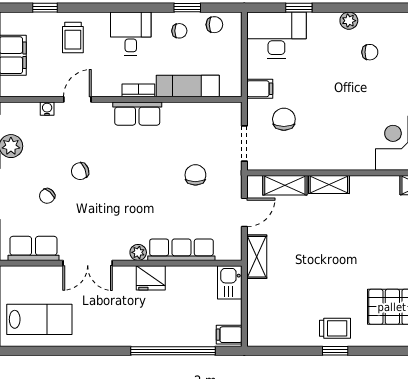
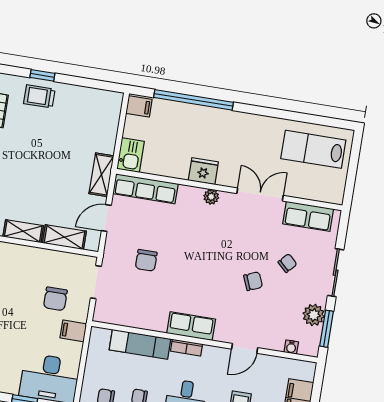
water cooler: (47, 109) -> (291, 347), moved
row of seats: (181, 250) -> (145, 189), moved

